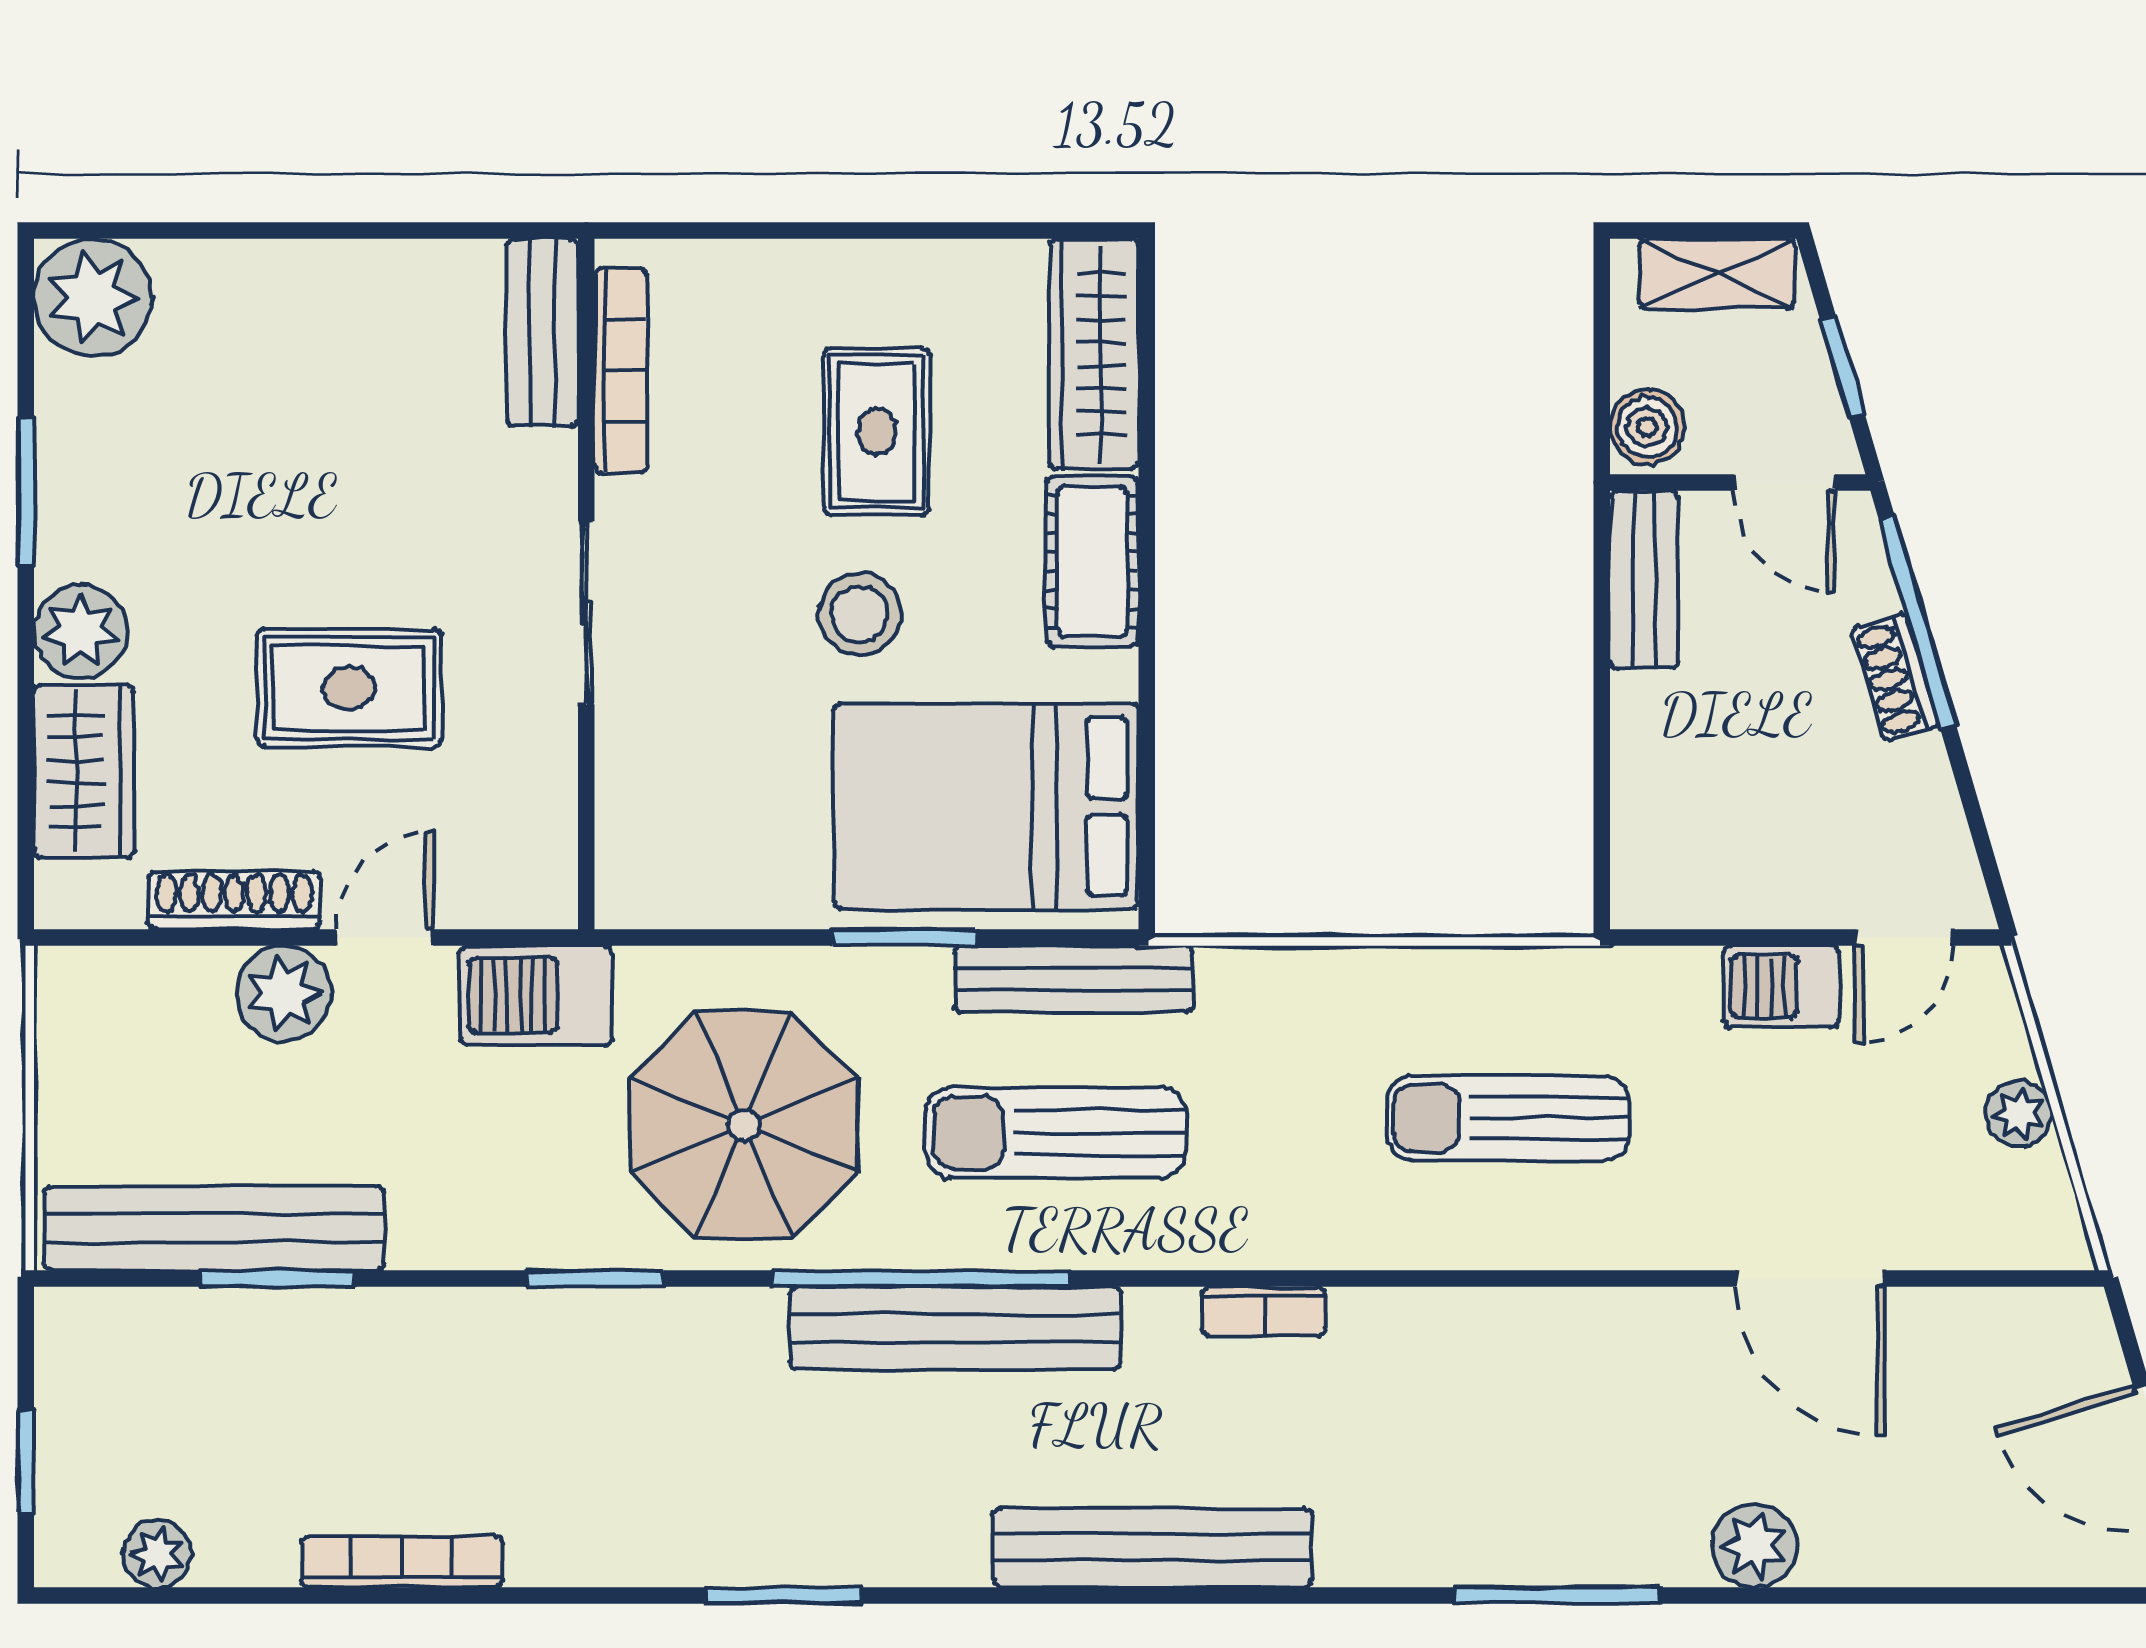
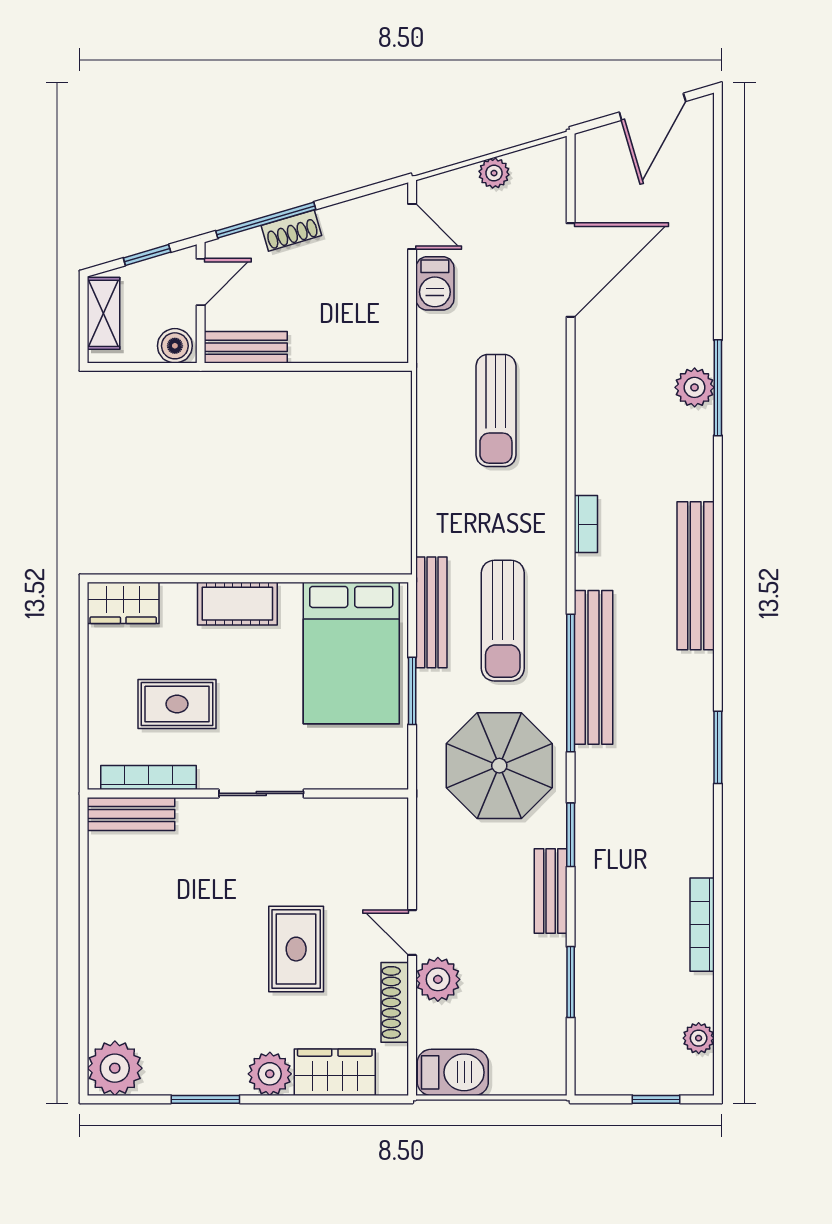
bench: (542, 333) -> (131, 814), moved
wardrobe: (1094, 354) -> (123, 603), width x0.67
bookcase: (621, 370) -> (149, 778), moved
wall: (586, 584) -> (248, 793), moved
sliding door: (586, 613) -> (261, 793), moved
stool: (859, 614) -> (262, 712), removed
barbecue: (536, 995) -> (453, 1072), moved, turned -90
bench: (214, 1228) -> (551, 891), moved, width x0.54, depth x0.82
door: (1810, 1279) -> (571, 270), width x1.36
plant: (1754, 1545) -> (695, 387), moved

